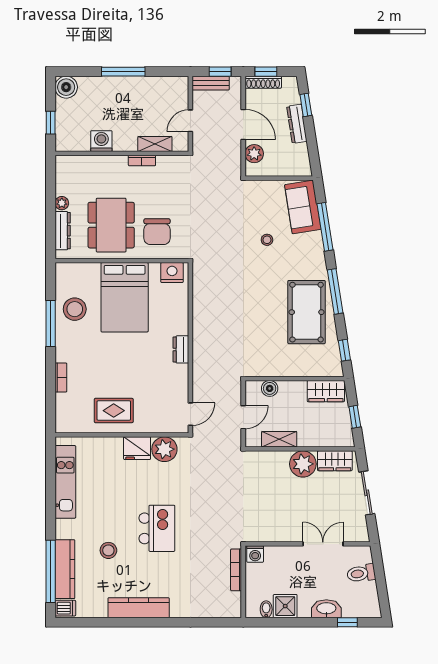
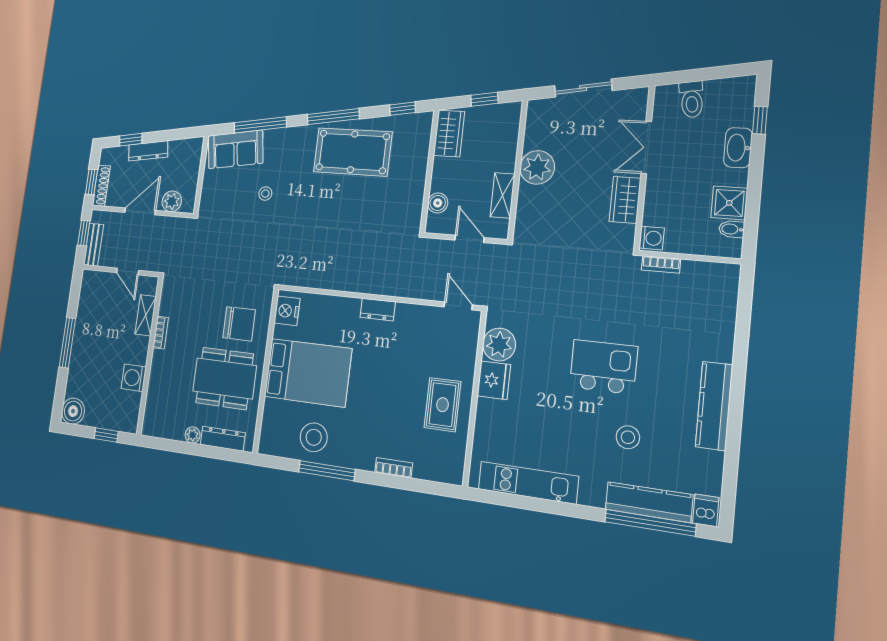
wardrobe: (335, 461) -> (625, 200), moved, turned 180
bookcase: (236, 570) -> (661, 265), width x0.64

